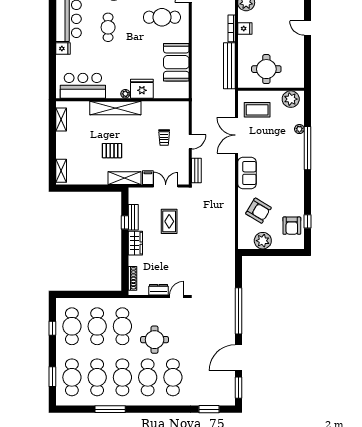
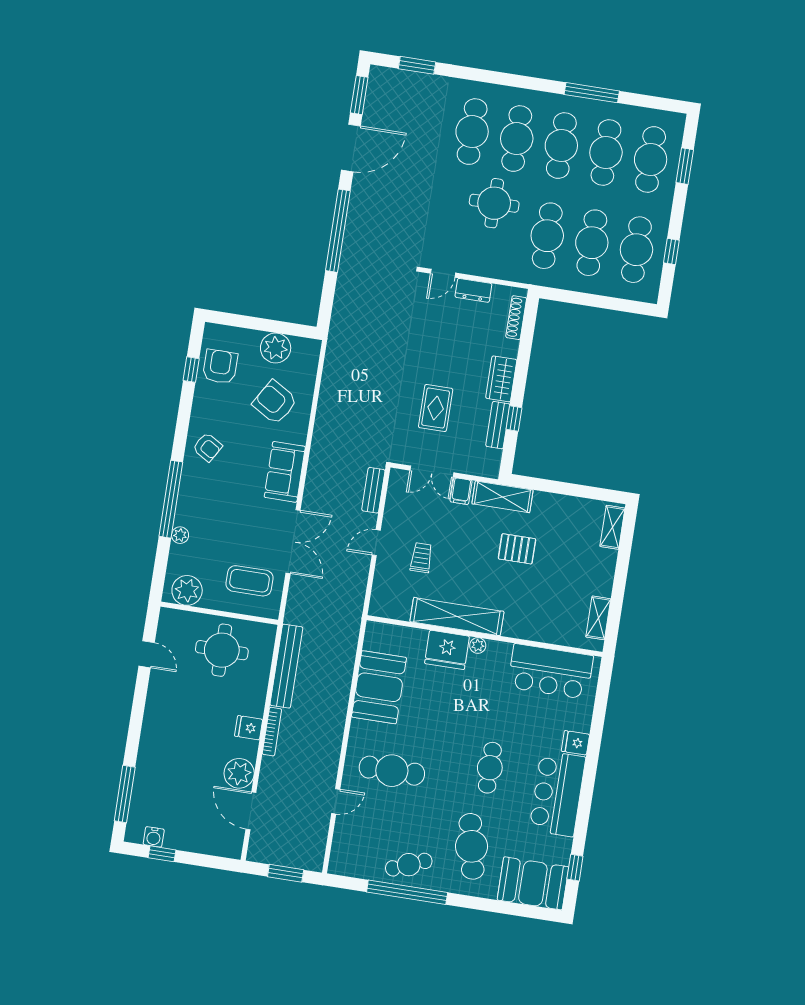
door: (308, 28) -> (147, 654), moved
shelving: (115, 108) -> (457, 617), moved
armchair: (292, 180) -> (207, 447), added

